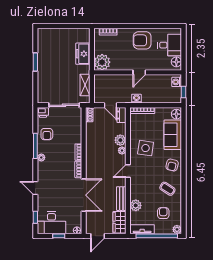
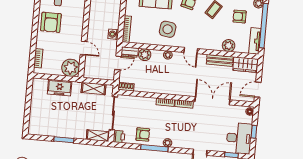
door: (139, 72) -> (83, 48), moved
shelving: (42, 93) -> (98, 136), added
plant: (120, 140) -> (145, 55), moved
door: (98, 236) -> (258, 90), swing flipped

